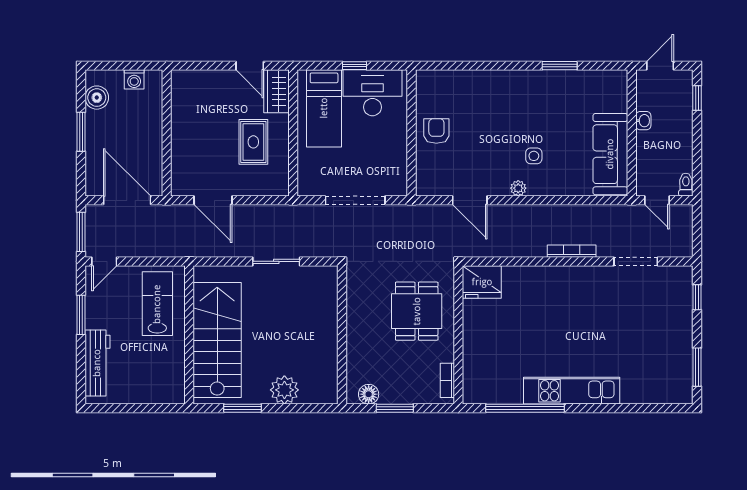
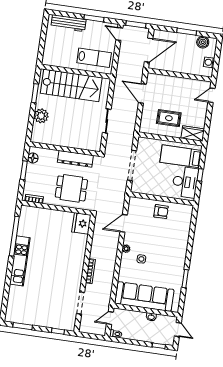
door: (250, 66) -> (212, 95), moved
sofa: (610, 154) -> (144, 297), width x1.36, depth x1.27
door: (213, 200) -> (142, 93), hinge flipped
dresser: (358, 312) -> (75, 159), added

